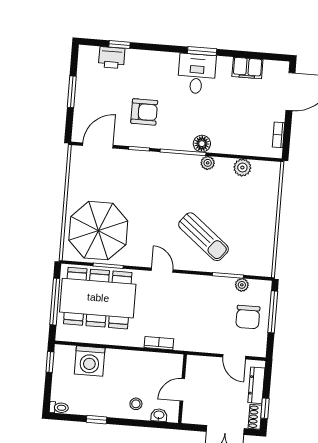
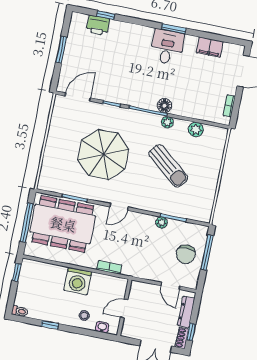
armchair: (144, 112) -> (120, 74), removed
parasol: (98, 231) -> (103, 154), moved
sun lounger: (204, 237) -> (168, 166), moved
door: (162, 270) -> (119, 207), swing flipped
plant: (242, 285) -> (162, 223), moved
washing machine: (90, 361) -> (78, 281), moved

